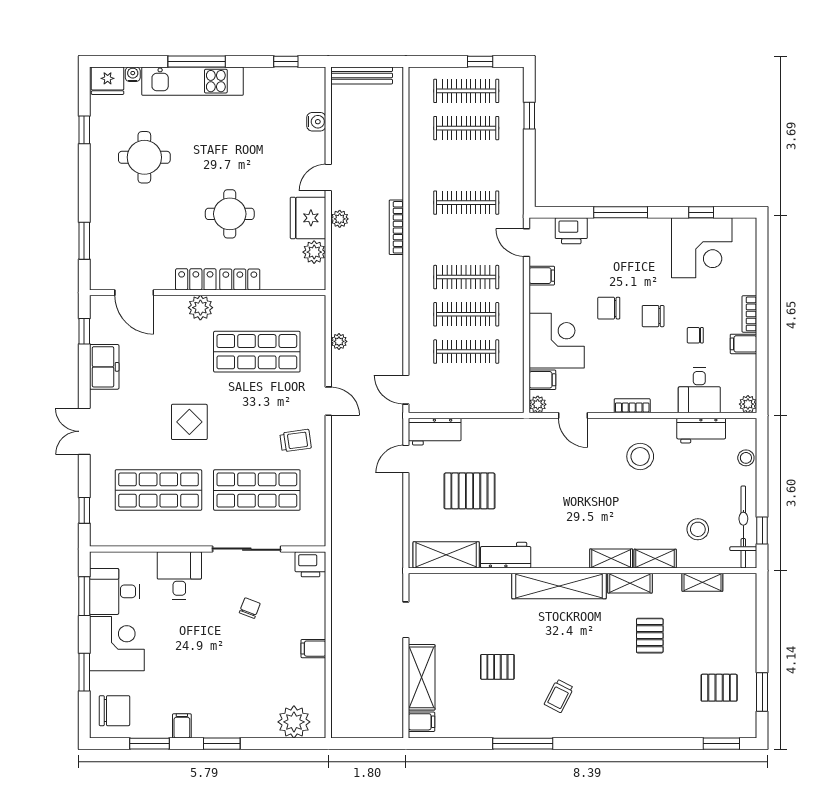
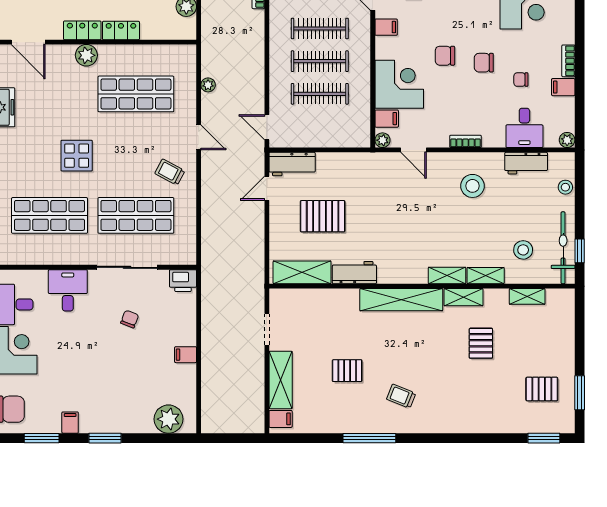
trolley: (296, 441) -> (170, 172), turned -144
trolley: (559, 696) -> (401, 396), turned 85

